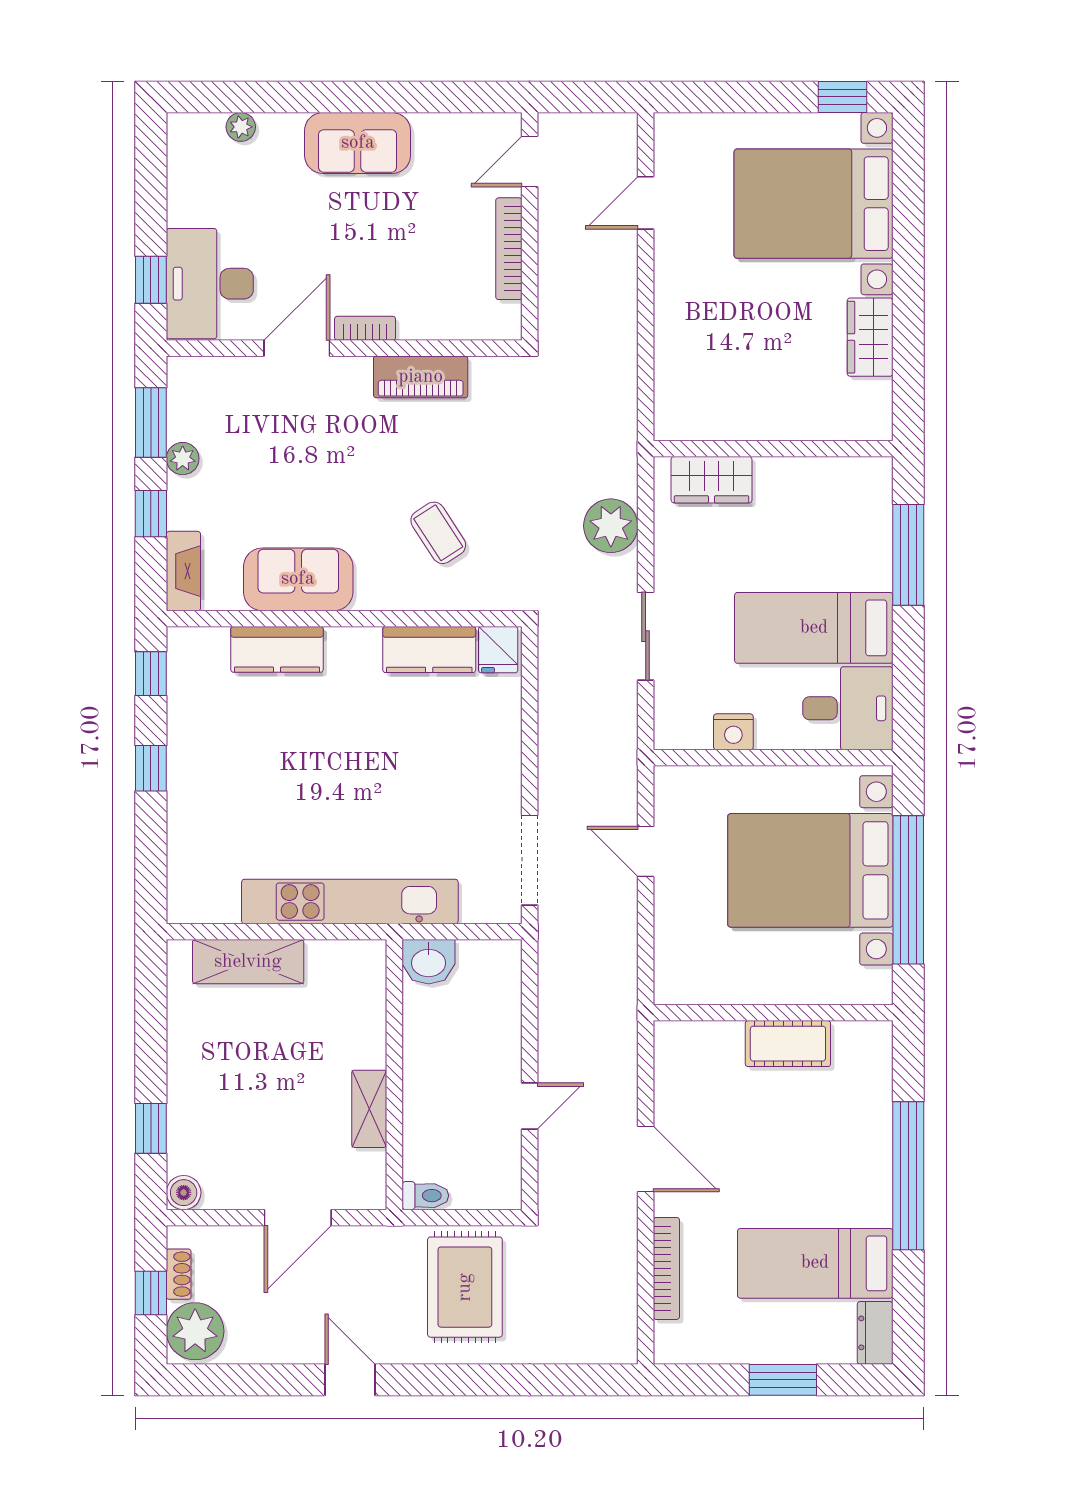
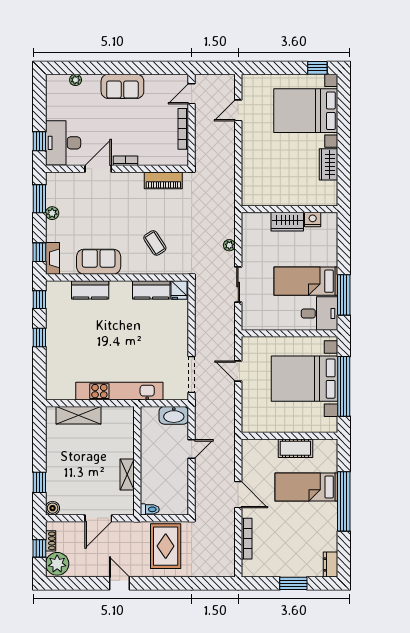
piano: (421, 377) -> (163, 180), moved
wardrobe: (711, 480) -> (287, 222), moved
window: (151, 514) -> (39, 252), moved
plant: (611, 526) -> (229, 245), width x0.53, depth x0.53
window: (908, 555) -> (344, 295), moved
nightstand: (733, 732) -> (313, 220), moved, turned 180
washbasin: (429, 962) -> (174, 415), moved, width x1.38
door: (530, 1106) -> (192, 449), moved
bed: (815, 1263) -> (306, 487), moved

